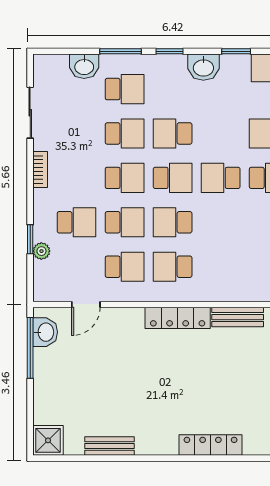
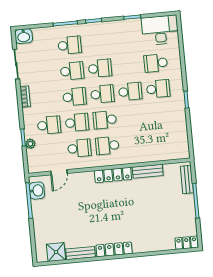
washbasin: (84, 66) -> (24, 36), moved
washbasin: (203, 67) -> (114, 28), removed
school desk: (173, 133) -> (100, 68), turned 180
school desk: (221, 178) -> (130, 91), turned 180
shower: (48, 440) -> (56, 252), moved
locker: (211, 445) -> (114, 249), moved

